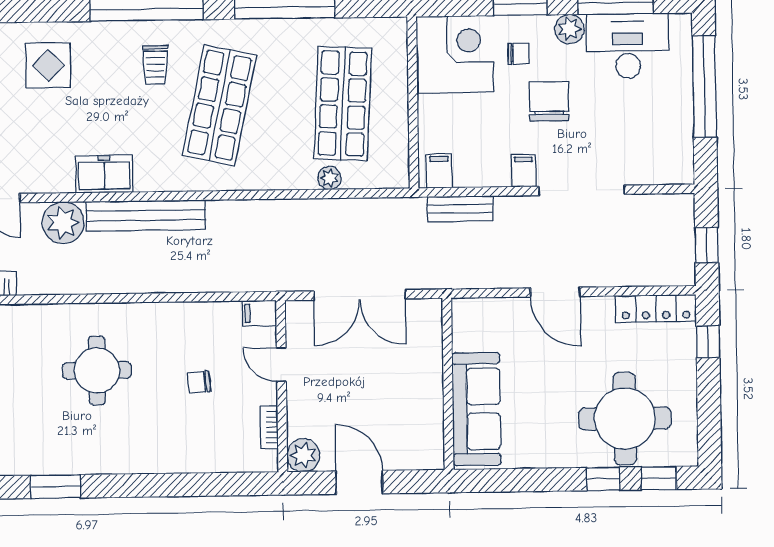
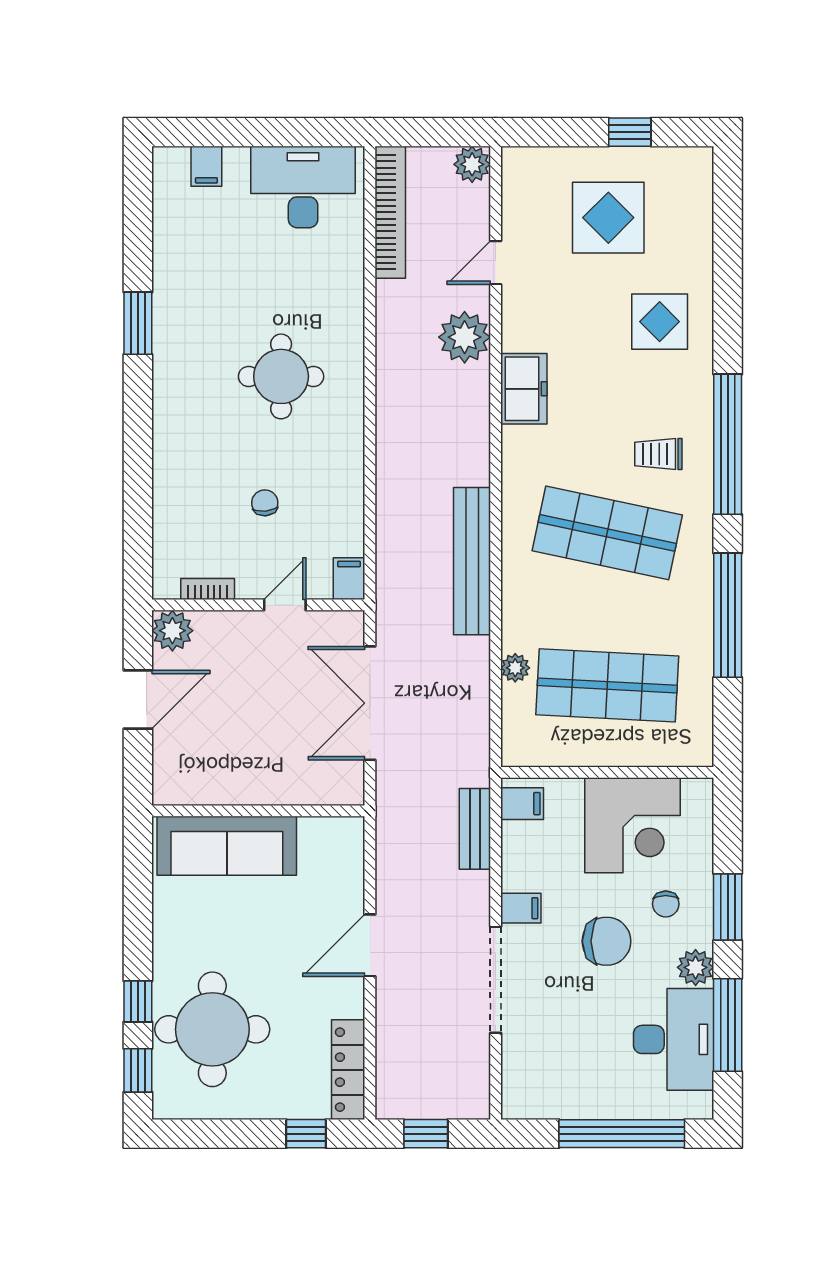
corner desk: (455, 54) -> (632, 825), moved
bench: (146, 215) -> (472, 561), moved

